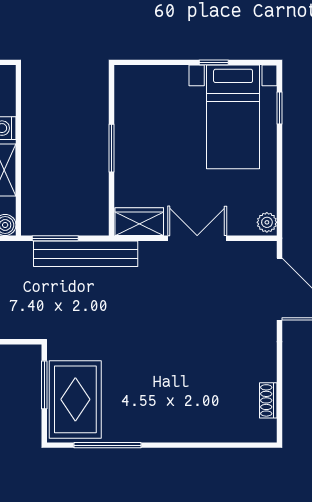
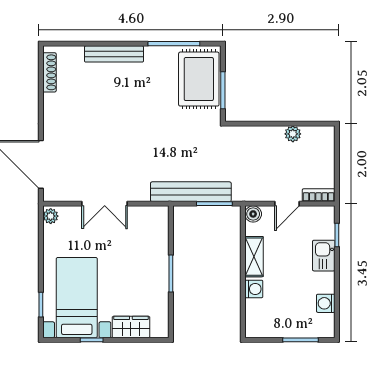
wardrobe: (139, 222) -> (131, 327), moved, turned 180
shoe rack: (268, 400) -> (49, 72), width x1.43
bench: (185, 432) -> (114, 54), added

